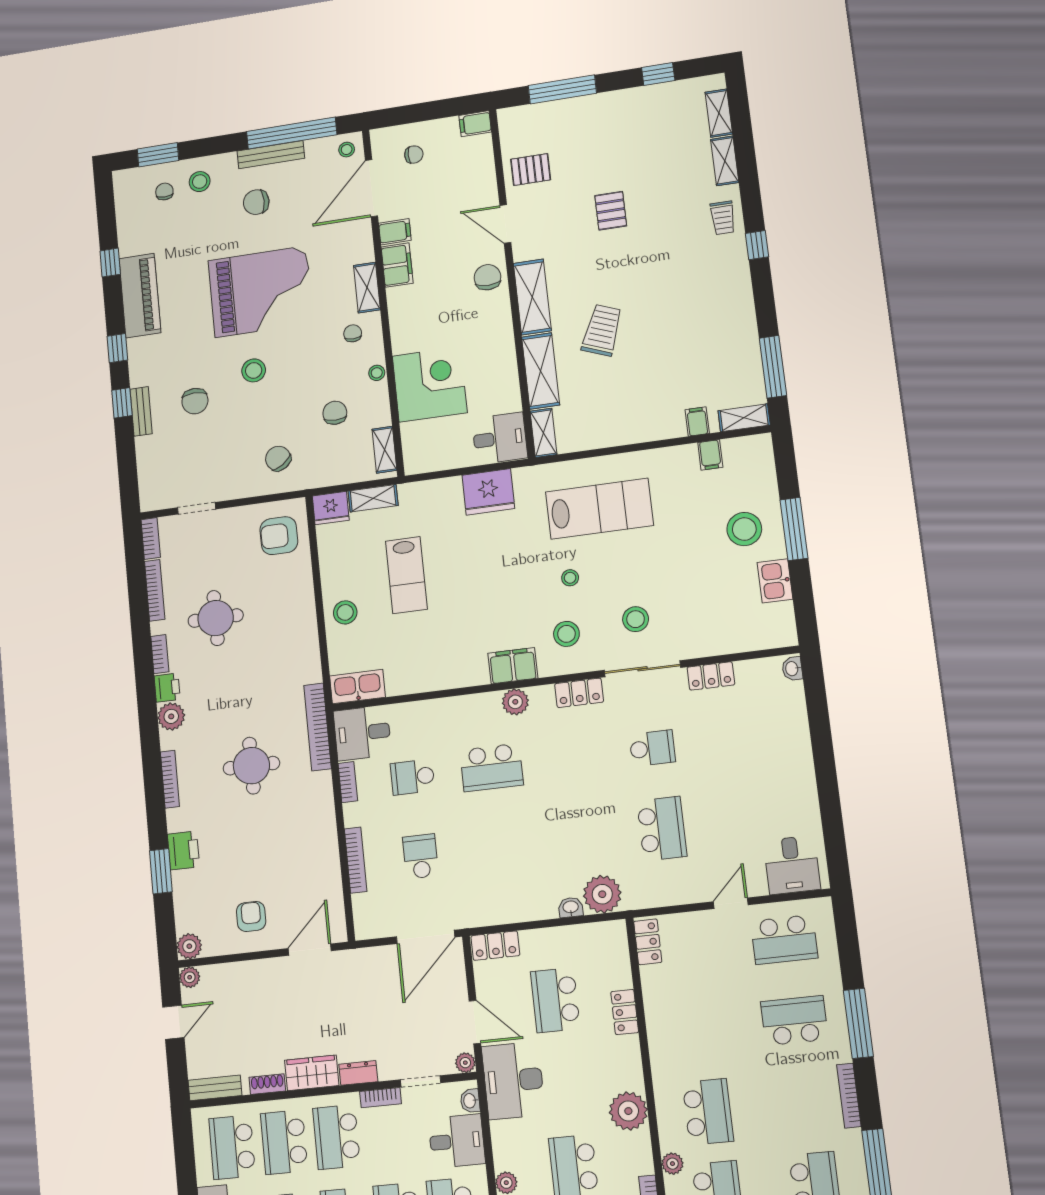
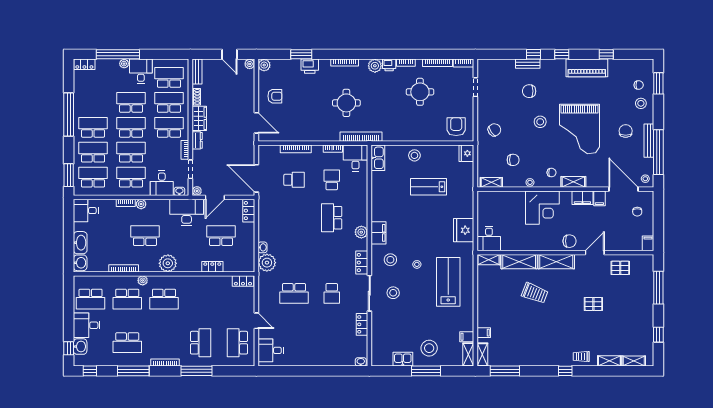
pallet: (531, 170) -> (620, 268), turned 90
corner desk: (430, 384) -> (542, 208), moved
shelving: (373, 498) -> (468, 354), moved
lab bench: (599, 509) -> (448, 282), turned 180

